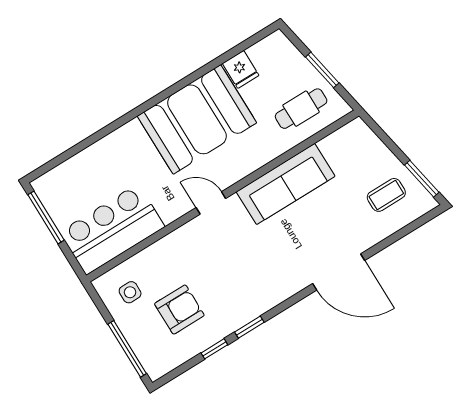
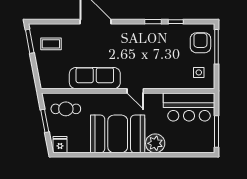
fridge: (241, 69) -> (60, 145), moved
plant: (130, 141) -> (155, 143), added
armchair: (179, 310) -> (200, 43), moved, turned 90

